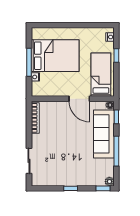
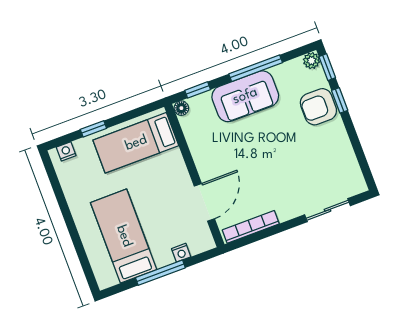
bed: (55, 56) -> (124, 236), width x0.67
door: (79, 99) -> (204, 202), moved
sofa: (104, 134) -> (245, 96), width x0.73
armchair: (84, 176) -> (318, 107), added
window: (71, 188) -> (340, 100), moved

